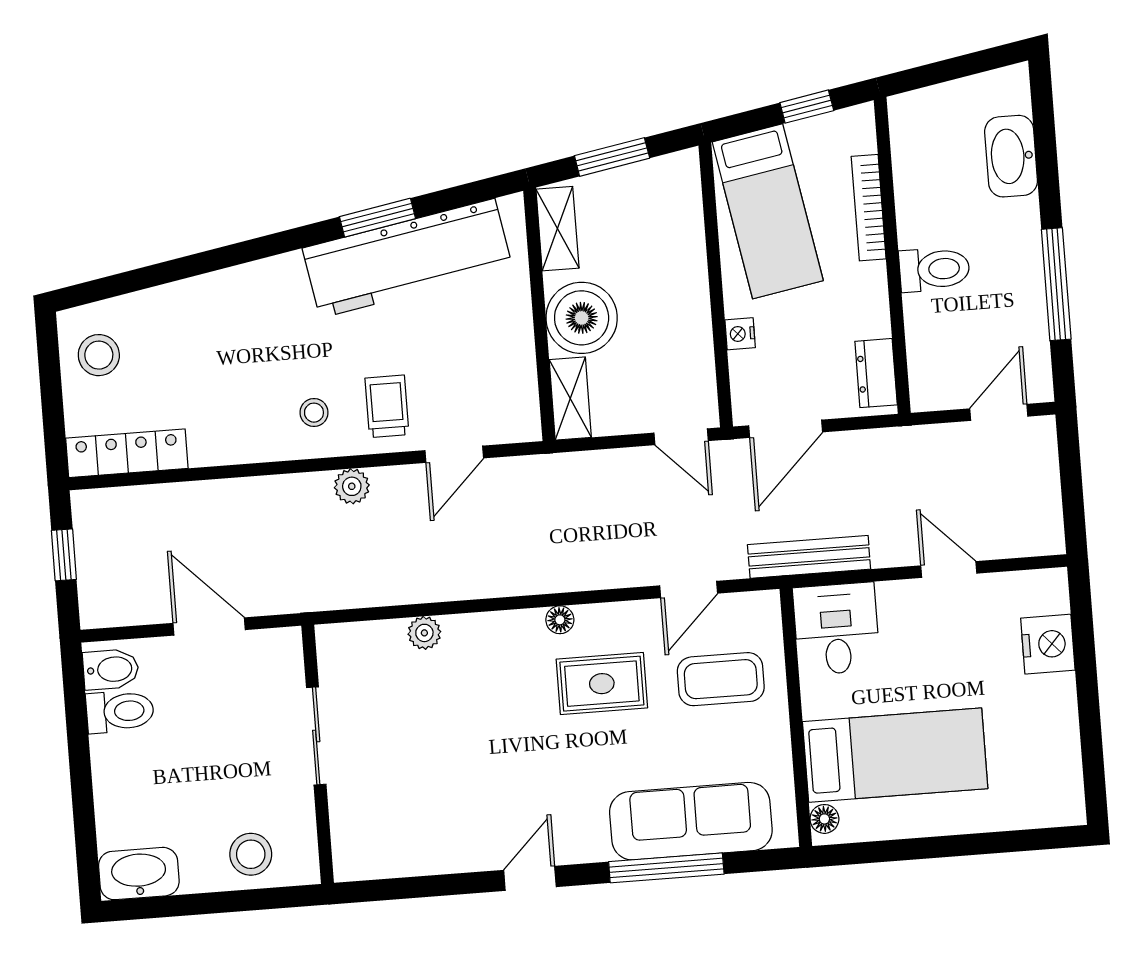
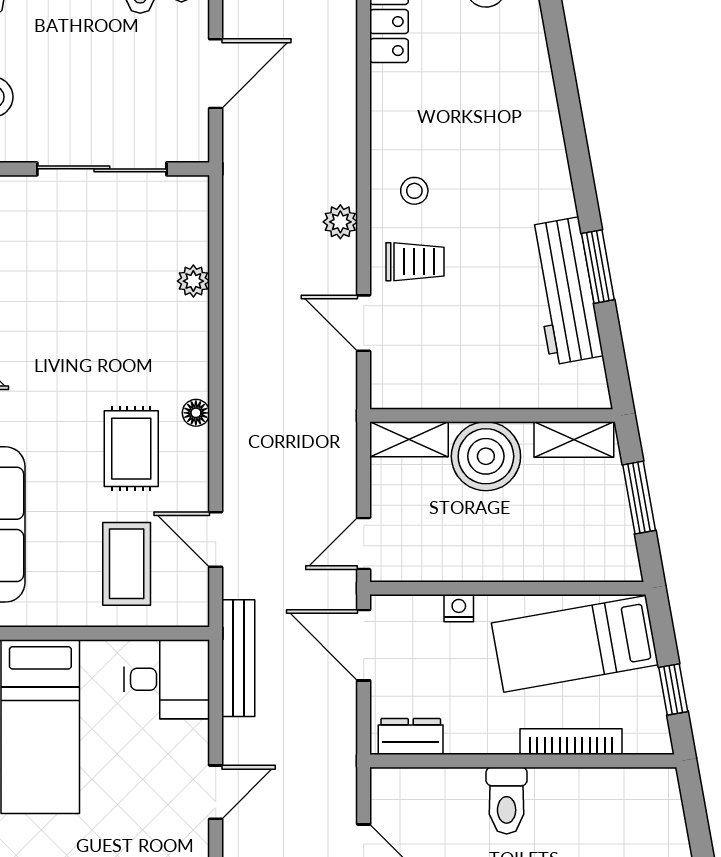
workbench: (407, 258) -> (565, 291), width x0.73, depth x0.76
sliding door: (316, 736) -> (102, 169), width x1.37

